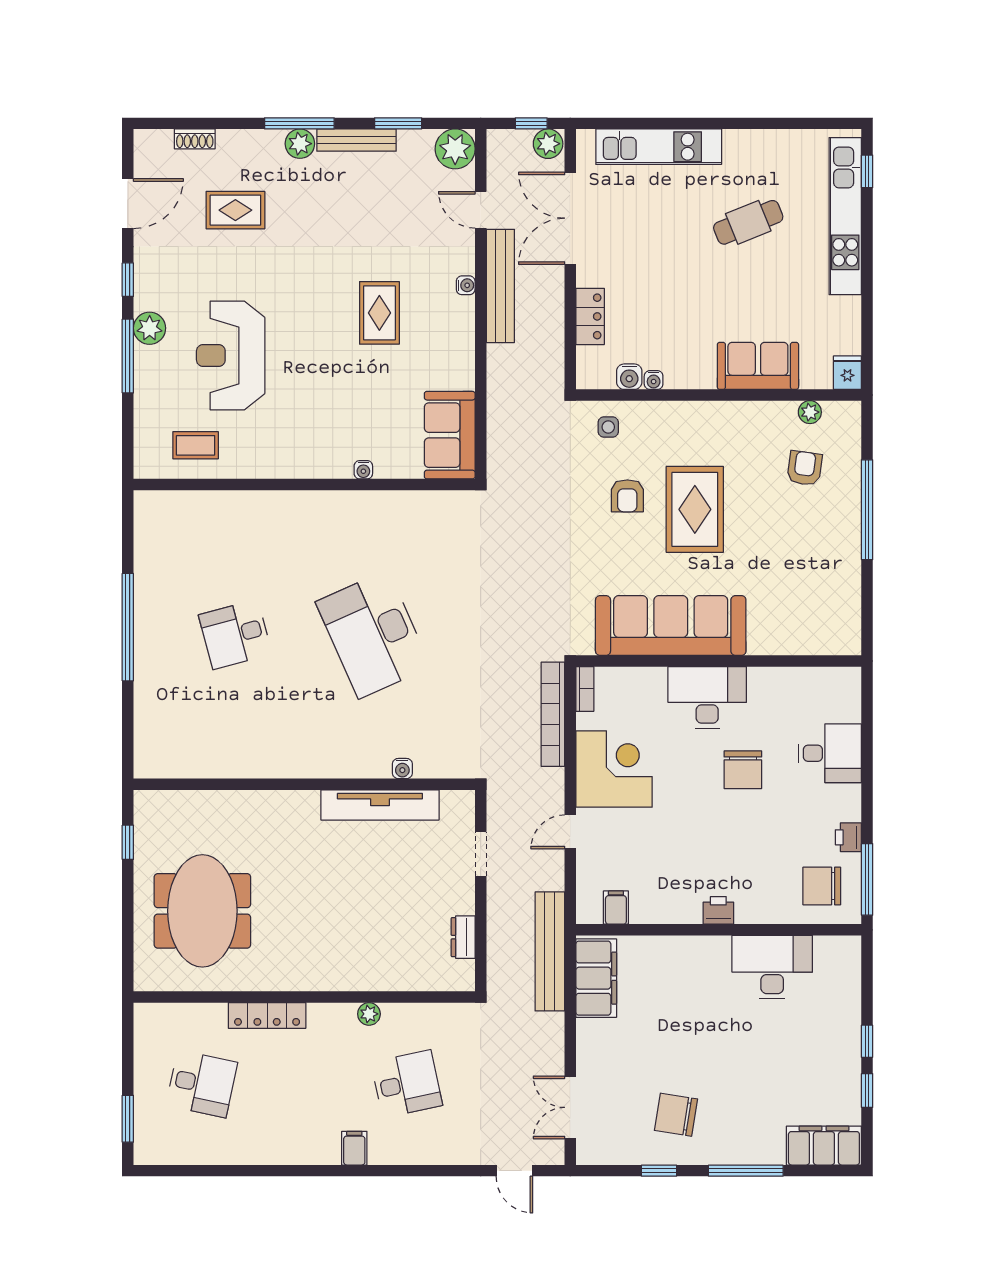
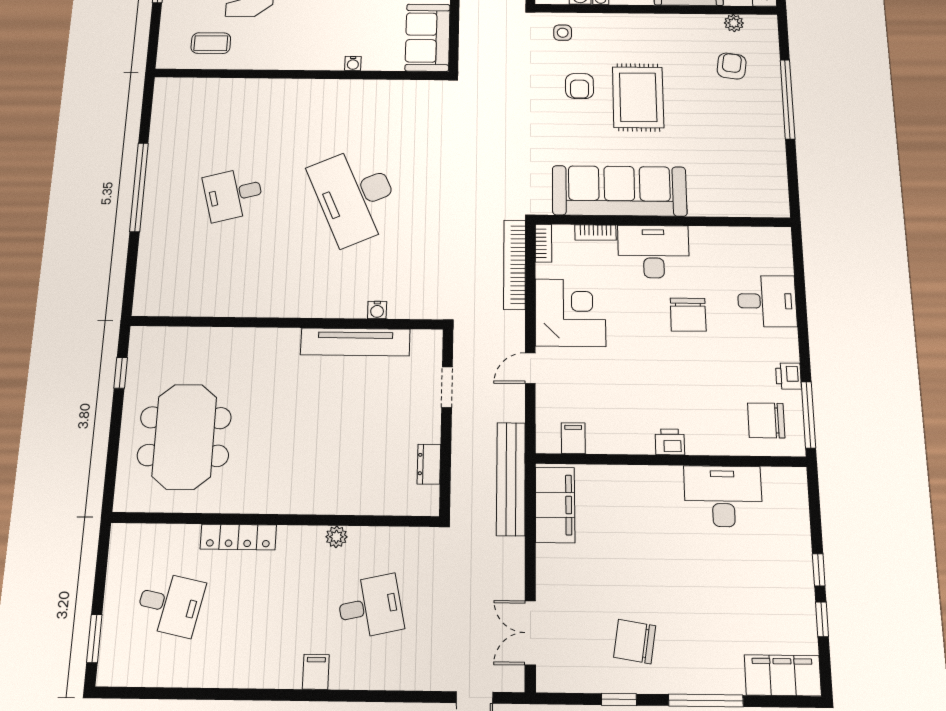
bookcase: (643, 676) -> (595, 233), added

